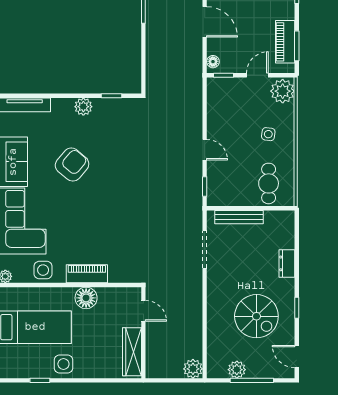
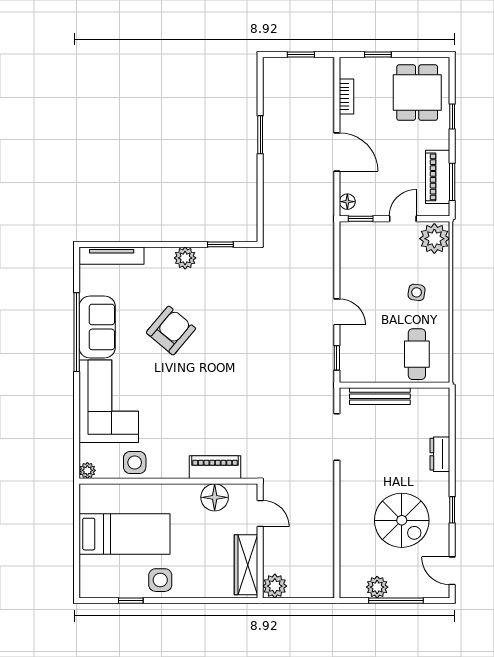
piano: (87, 274) -> (215, 467), moved
floor lamp: (86, 298) -> (215, 497), moved
plant: (193, 369) -> (275, 586), moved

